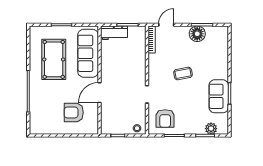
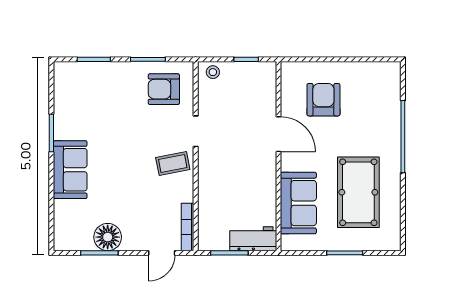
sofa: (88, 53) -> (298, 203), width x0.73
coffee table: (183, 74) -> (173, 163), moved
door: (99, 93) -> (279, 134), hinge flipped
sofa: (219, 96) -> (70, 170), moved
armchair: (74, 112) -> (323, 100), turned -90
armchair: (165, 118) -> (164, 89), turned -90
plant: (211, 129) -> (83, 72), removed

